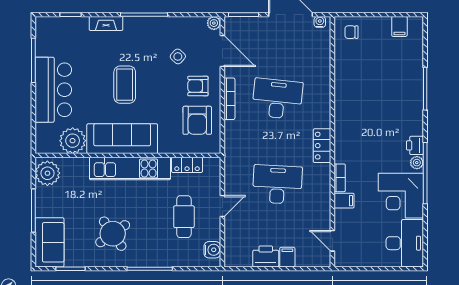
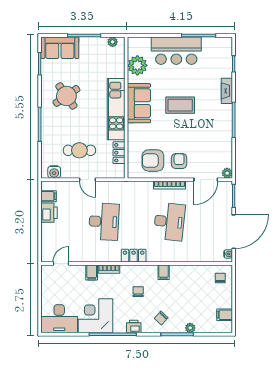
side table: (178, 56) -> (202, 146), removed
filing cabinet: (344, 106) -> (164, 272), added
chair: (404, 109) -> (161, 318), added
sofa: (122, 139) -> (139, 103), width x0.73
chair: (369, 140) -> (138, 292), added
plant: (417, 163) -> (190, 328), moved
plant: (47, 173) -> (113, 42), width x0.53, depth x0.53
filing cabinet: (287, 257) -> (49, 196), moved

